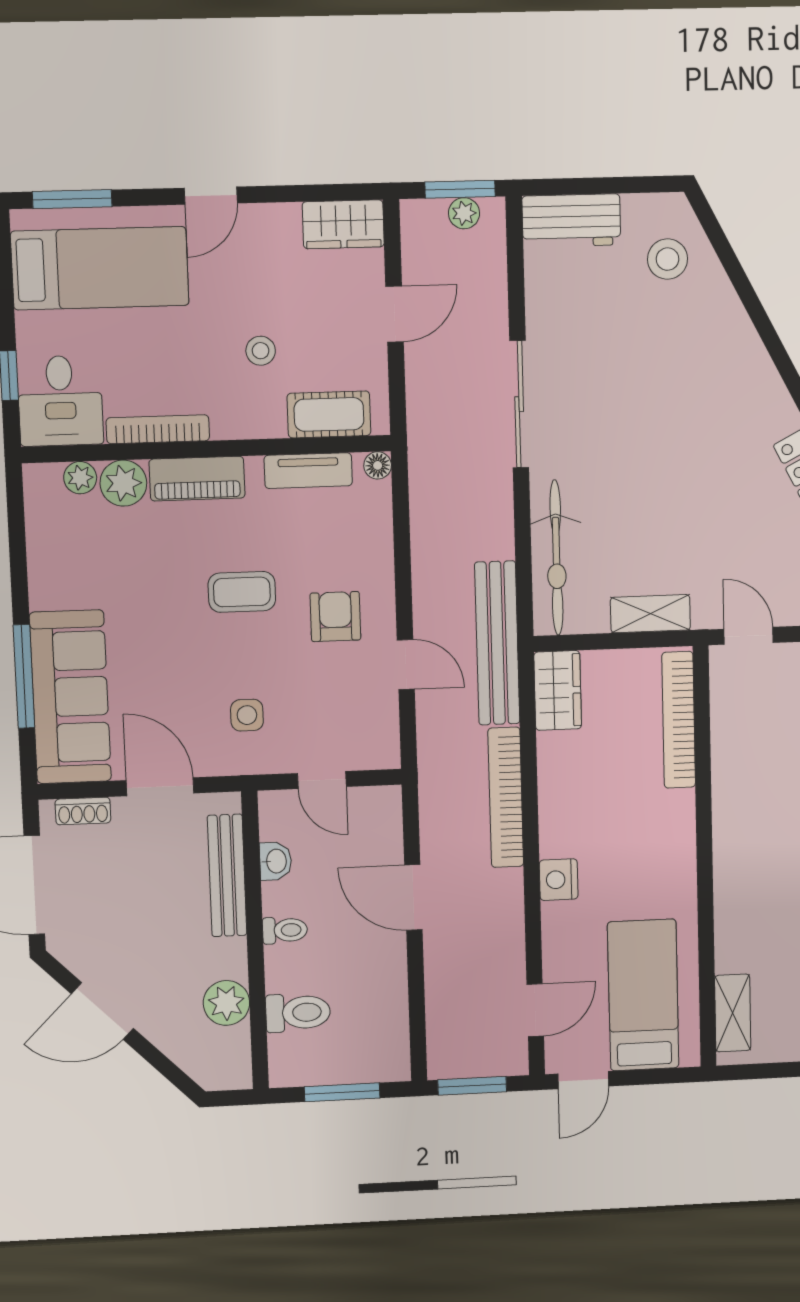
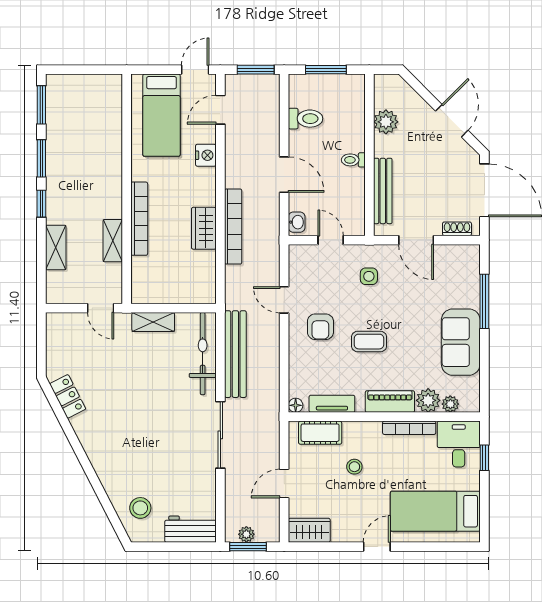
window: (72, 199) -> (448, 547), removed
bench: (497, 643) -> (235, 354), moved
wardrobe: (558, 690) -> (204, 228), moved
sofa: (70, 697) -> (461, 342), moved, width x0.73
bookcase: (679, 720) -> (139, 219), moved
washbasin: (276, 861) -> (297, 222), moved, turned 180
nightstand: (559, 880) -> (206, 155), moved
door: (102, 1011) -> (452, 121), hinge flipped
toilet: (298, 1013) -> (306, 119), moved, turned 180
shelving: (733, 1013) -> (113, 241), moved

